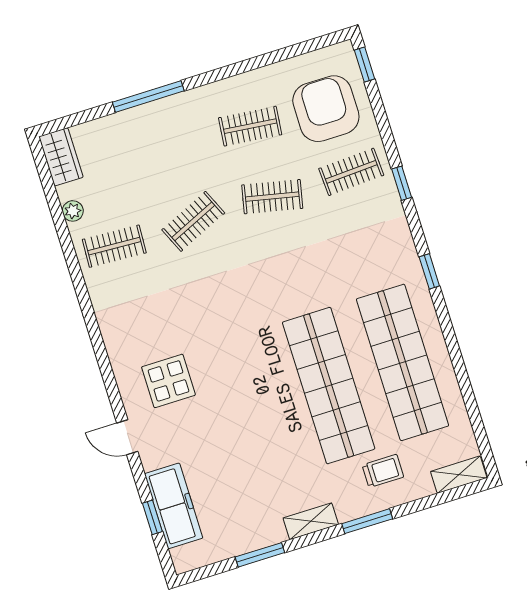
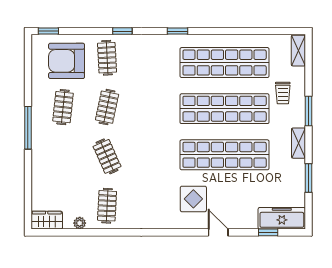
window: (148, 96) -> (28, 128), moved
shop shelf: (255, 409) -> (225, 155), added
door: (127, 437) -> (218, 232), swing flipped
trolley: (383, 471) -> (283, 93), turned 180
freezer: (174, 506) -> (282, 218), moved

